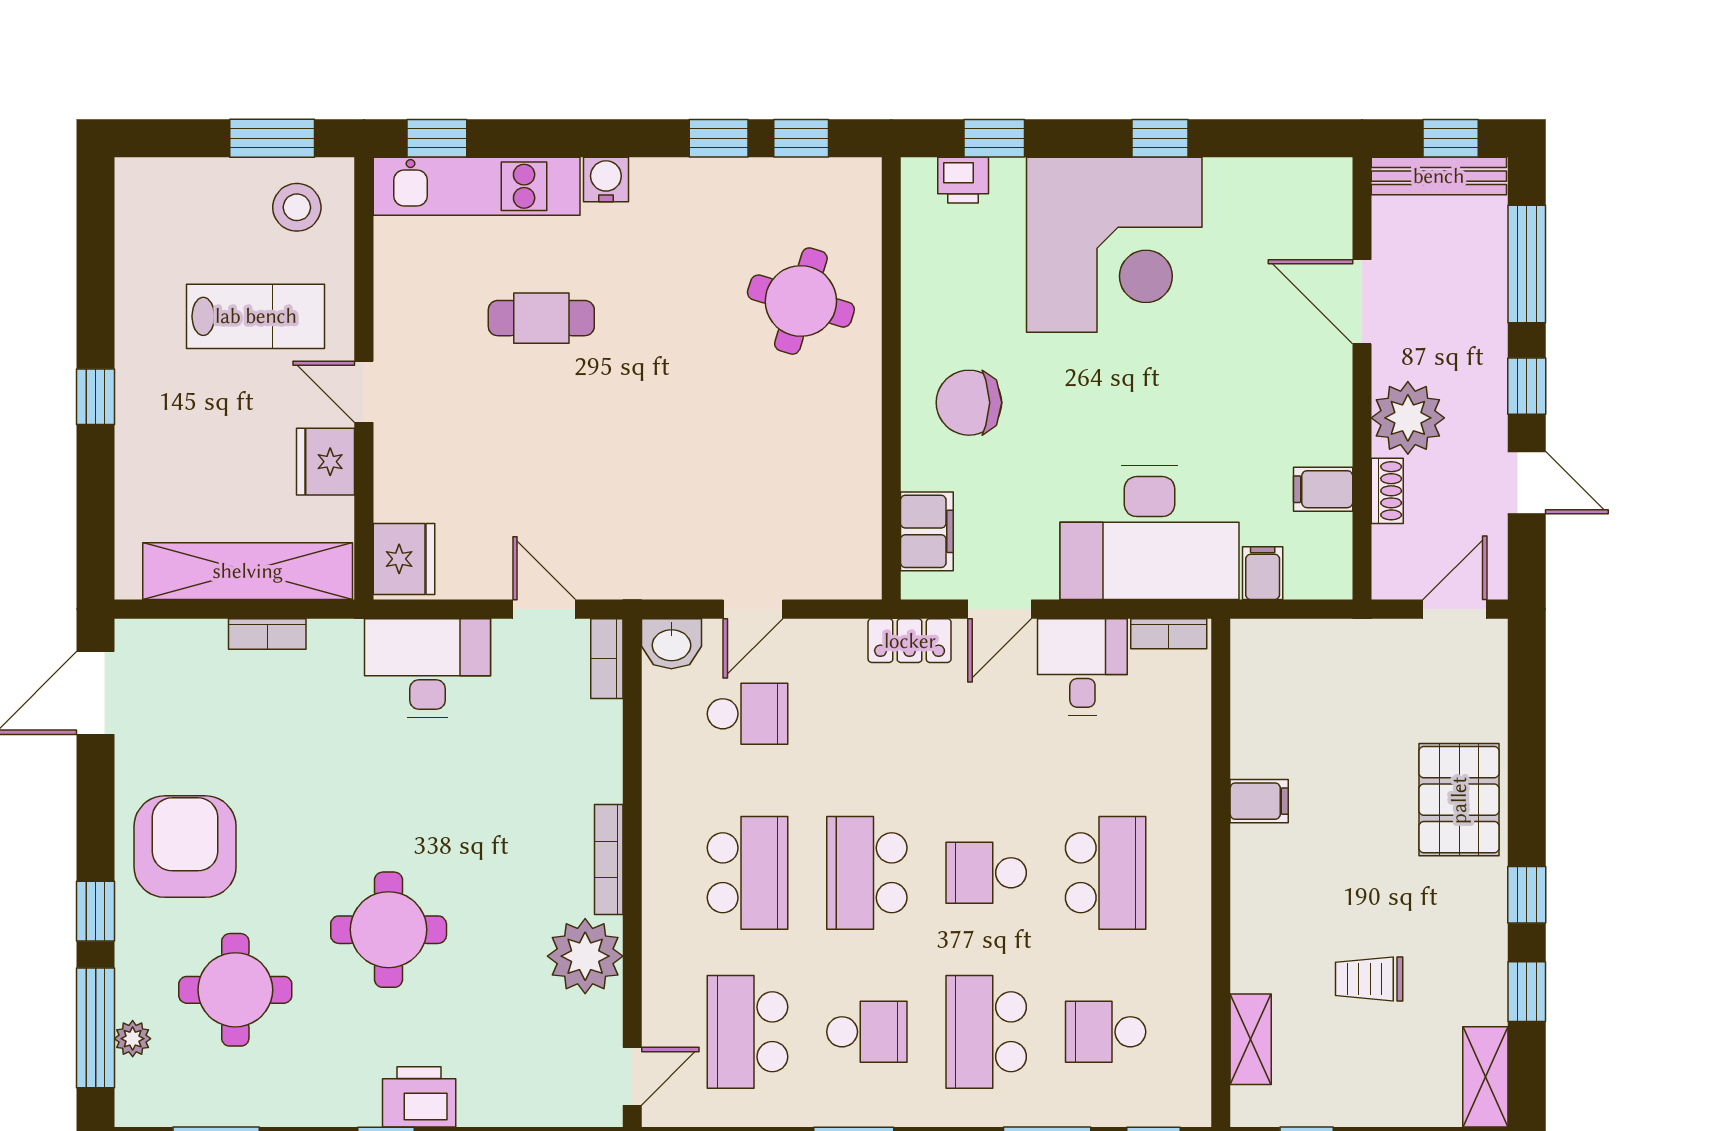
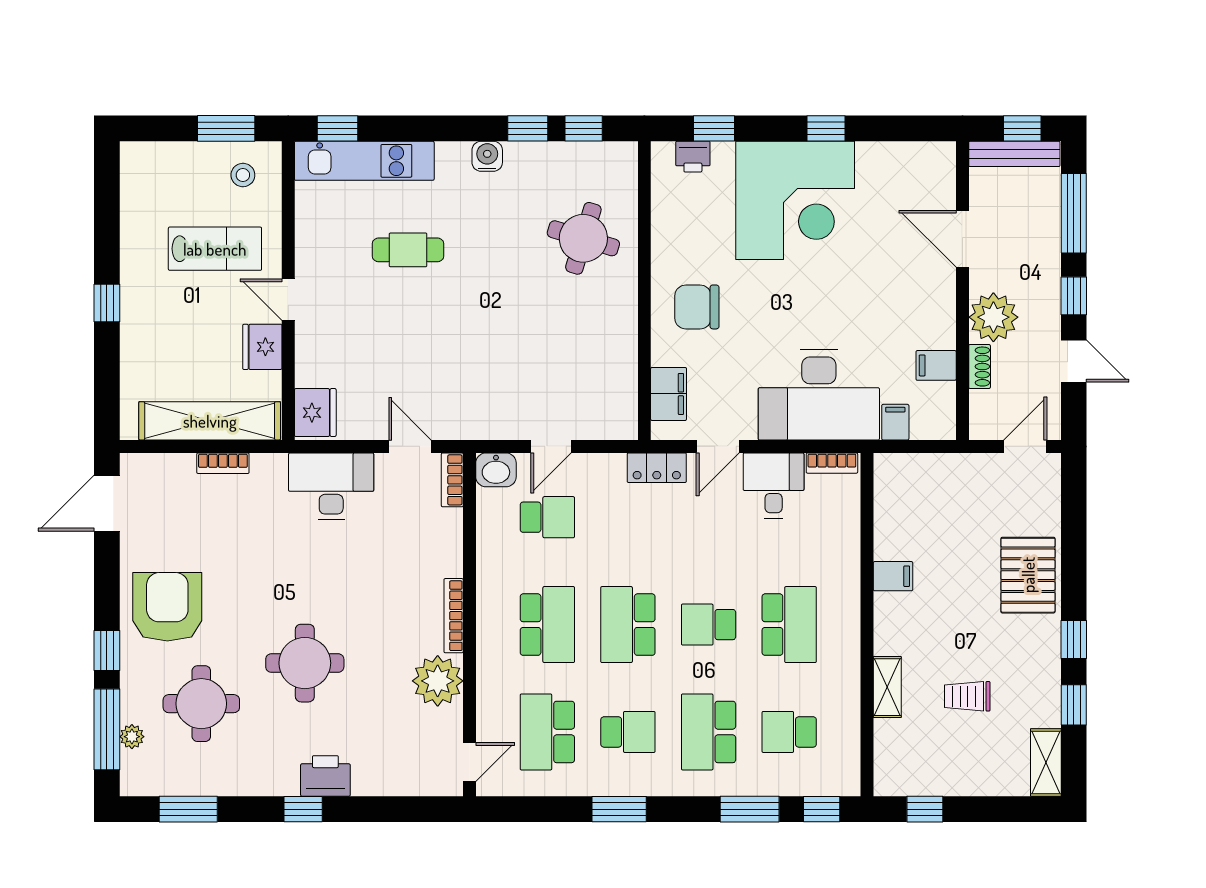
water cooler: (606, 180) -> (487, 156), moved
stool: (297, 207) -> (243, 175), width x0.73, depth x0.73
shelving: (1251, 1039) -> (887, 687), moved

